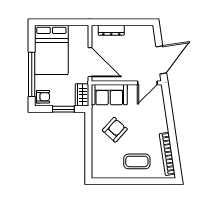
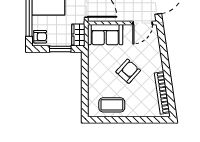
armchair: (115, 130) -> (128, 71), moved
coffee table: (137, 161) -> (112, 105), moved

